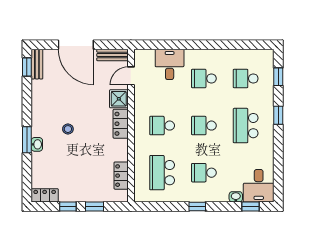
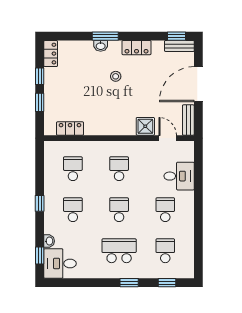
locker: (121, 124) -> (136, 48), moved, turned 180
school desk: (162, 173) -> (73, 169), width x0.54

